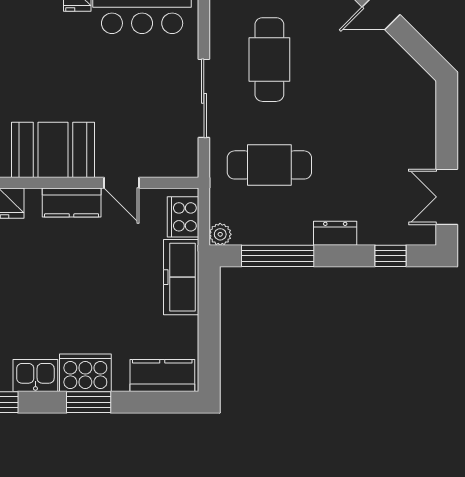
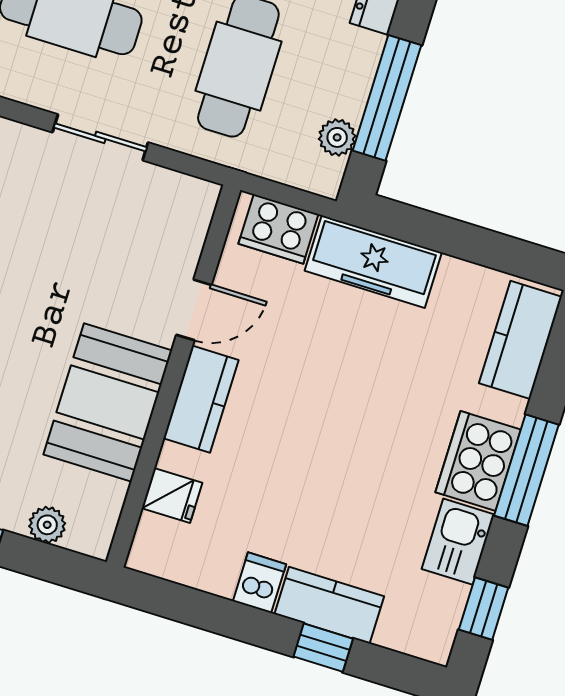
sliding door: (204, 98) -> (100, 137), width x0.73
plant: (220, 234) -> (337, 137), moved
window: (89, 402) -> (526, 470), width x1.44

